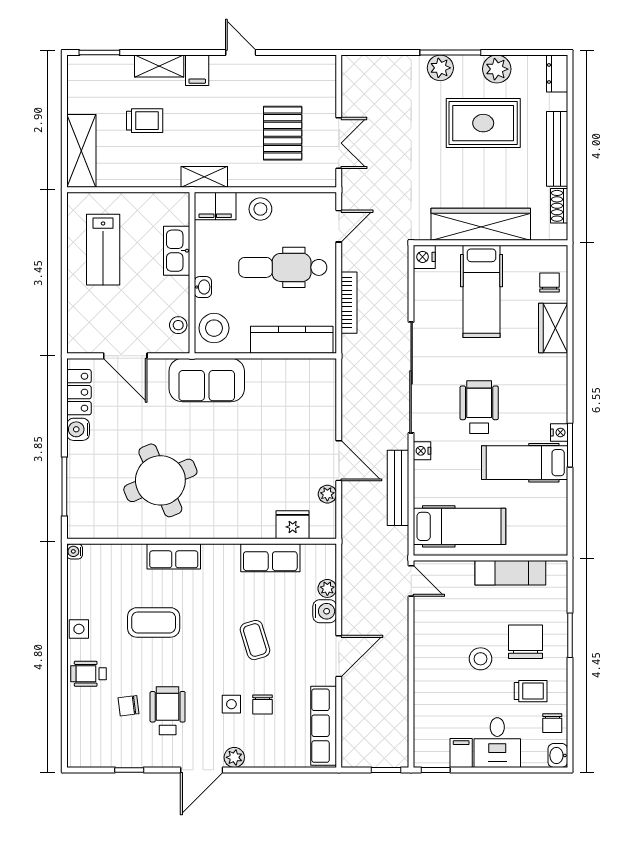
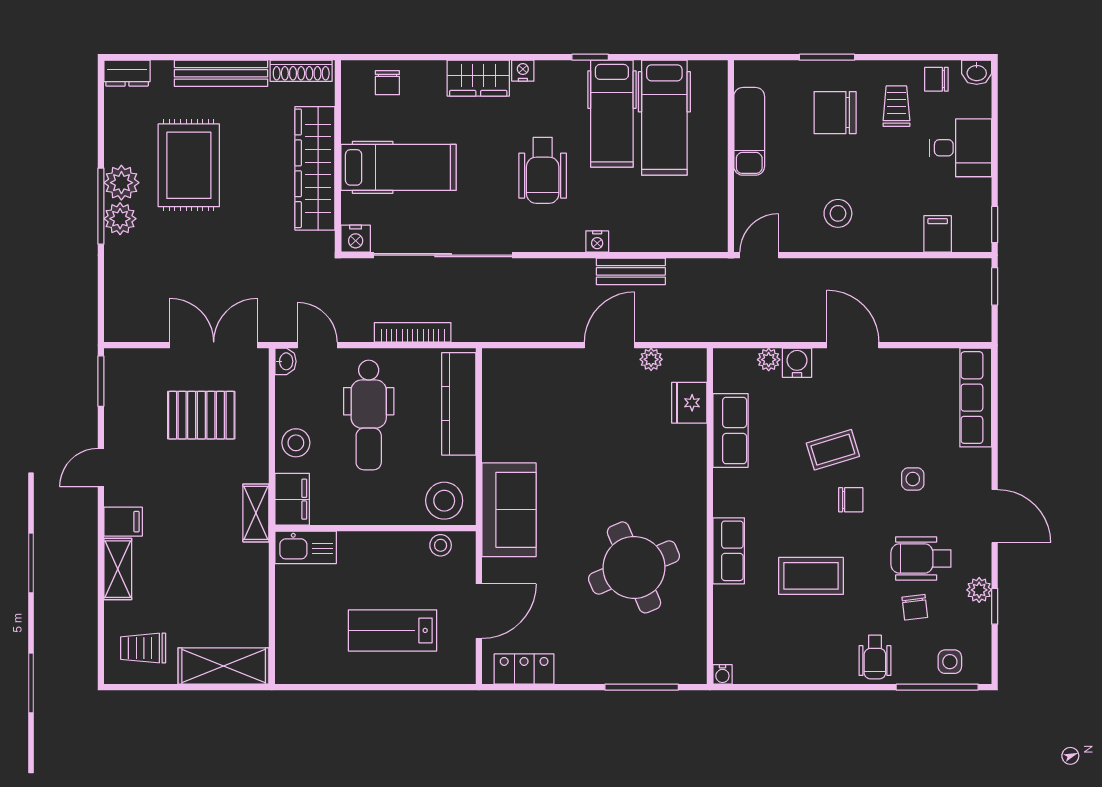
window: (99, 53) -> (101, 381), moved
plant: (497, 69) -> (121, 183), moved
trolley: (145, 121) -> (143, 648), moved, turned -90
double door: (339, 143) -> (214, 345), width x1.37
shoe rack: (559, 206) -> (301, 71), width x1.43
lab bench: (103, 250) -> (393, 630), moved, turned 180
kitchen sink: (177, 251) -> (306, 547), moved
chair: (549, 282) -> (387, 83), turned -90
washbasin: (203, 287) -> (286, 361), moved, turned 90
wardrobe: (553, 328) -> (478, 78), moved
sliding door: (411, 377) -> (443, 255), moved
wheelchair: (479, 407) -> (543, 170), turned -90
water cooler: (78, 429) -> (570, 670), removed
nightstand: (559, 432) -> (523, 71), moved
window: (570, 445) -> (590, 57), width x0.67
bench: (398, 488) -> (631, 271), width x0.73
hospital bed: (460, 526) -> (664, 118), moved, turned 180
coffee table: (154, 622) -> (811, 576), turned 90
side table: (79, 629) -> (950, 662), moved
stool: (481, 659) -> (838, 213), moved
chair: (262, 704) -> (851, 500), moved
chair: (552, 723) -> (936, 79), turned 180
window: (64, 724) -> (937, 687), added
row of seats: (324, 726) -> (976, 398), moved, turned 90
filing cabinet: (461, 753) -> (938, 234), moved, turned 90
plant: (234, 757) -> (979, 590), moved

